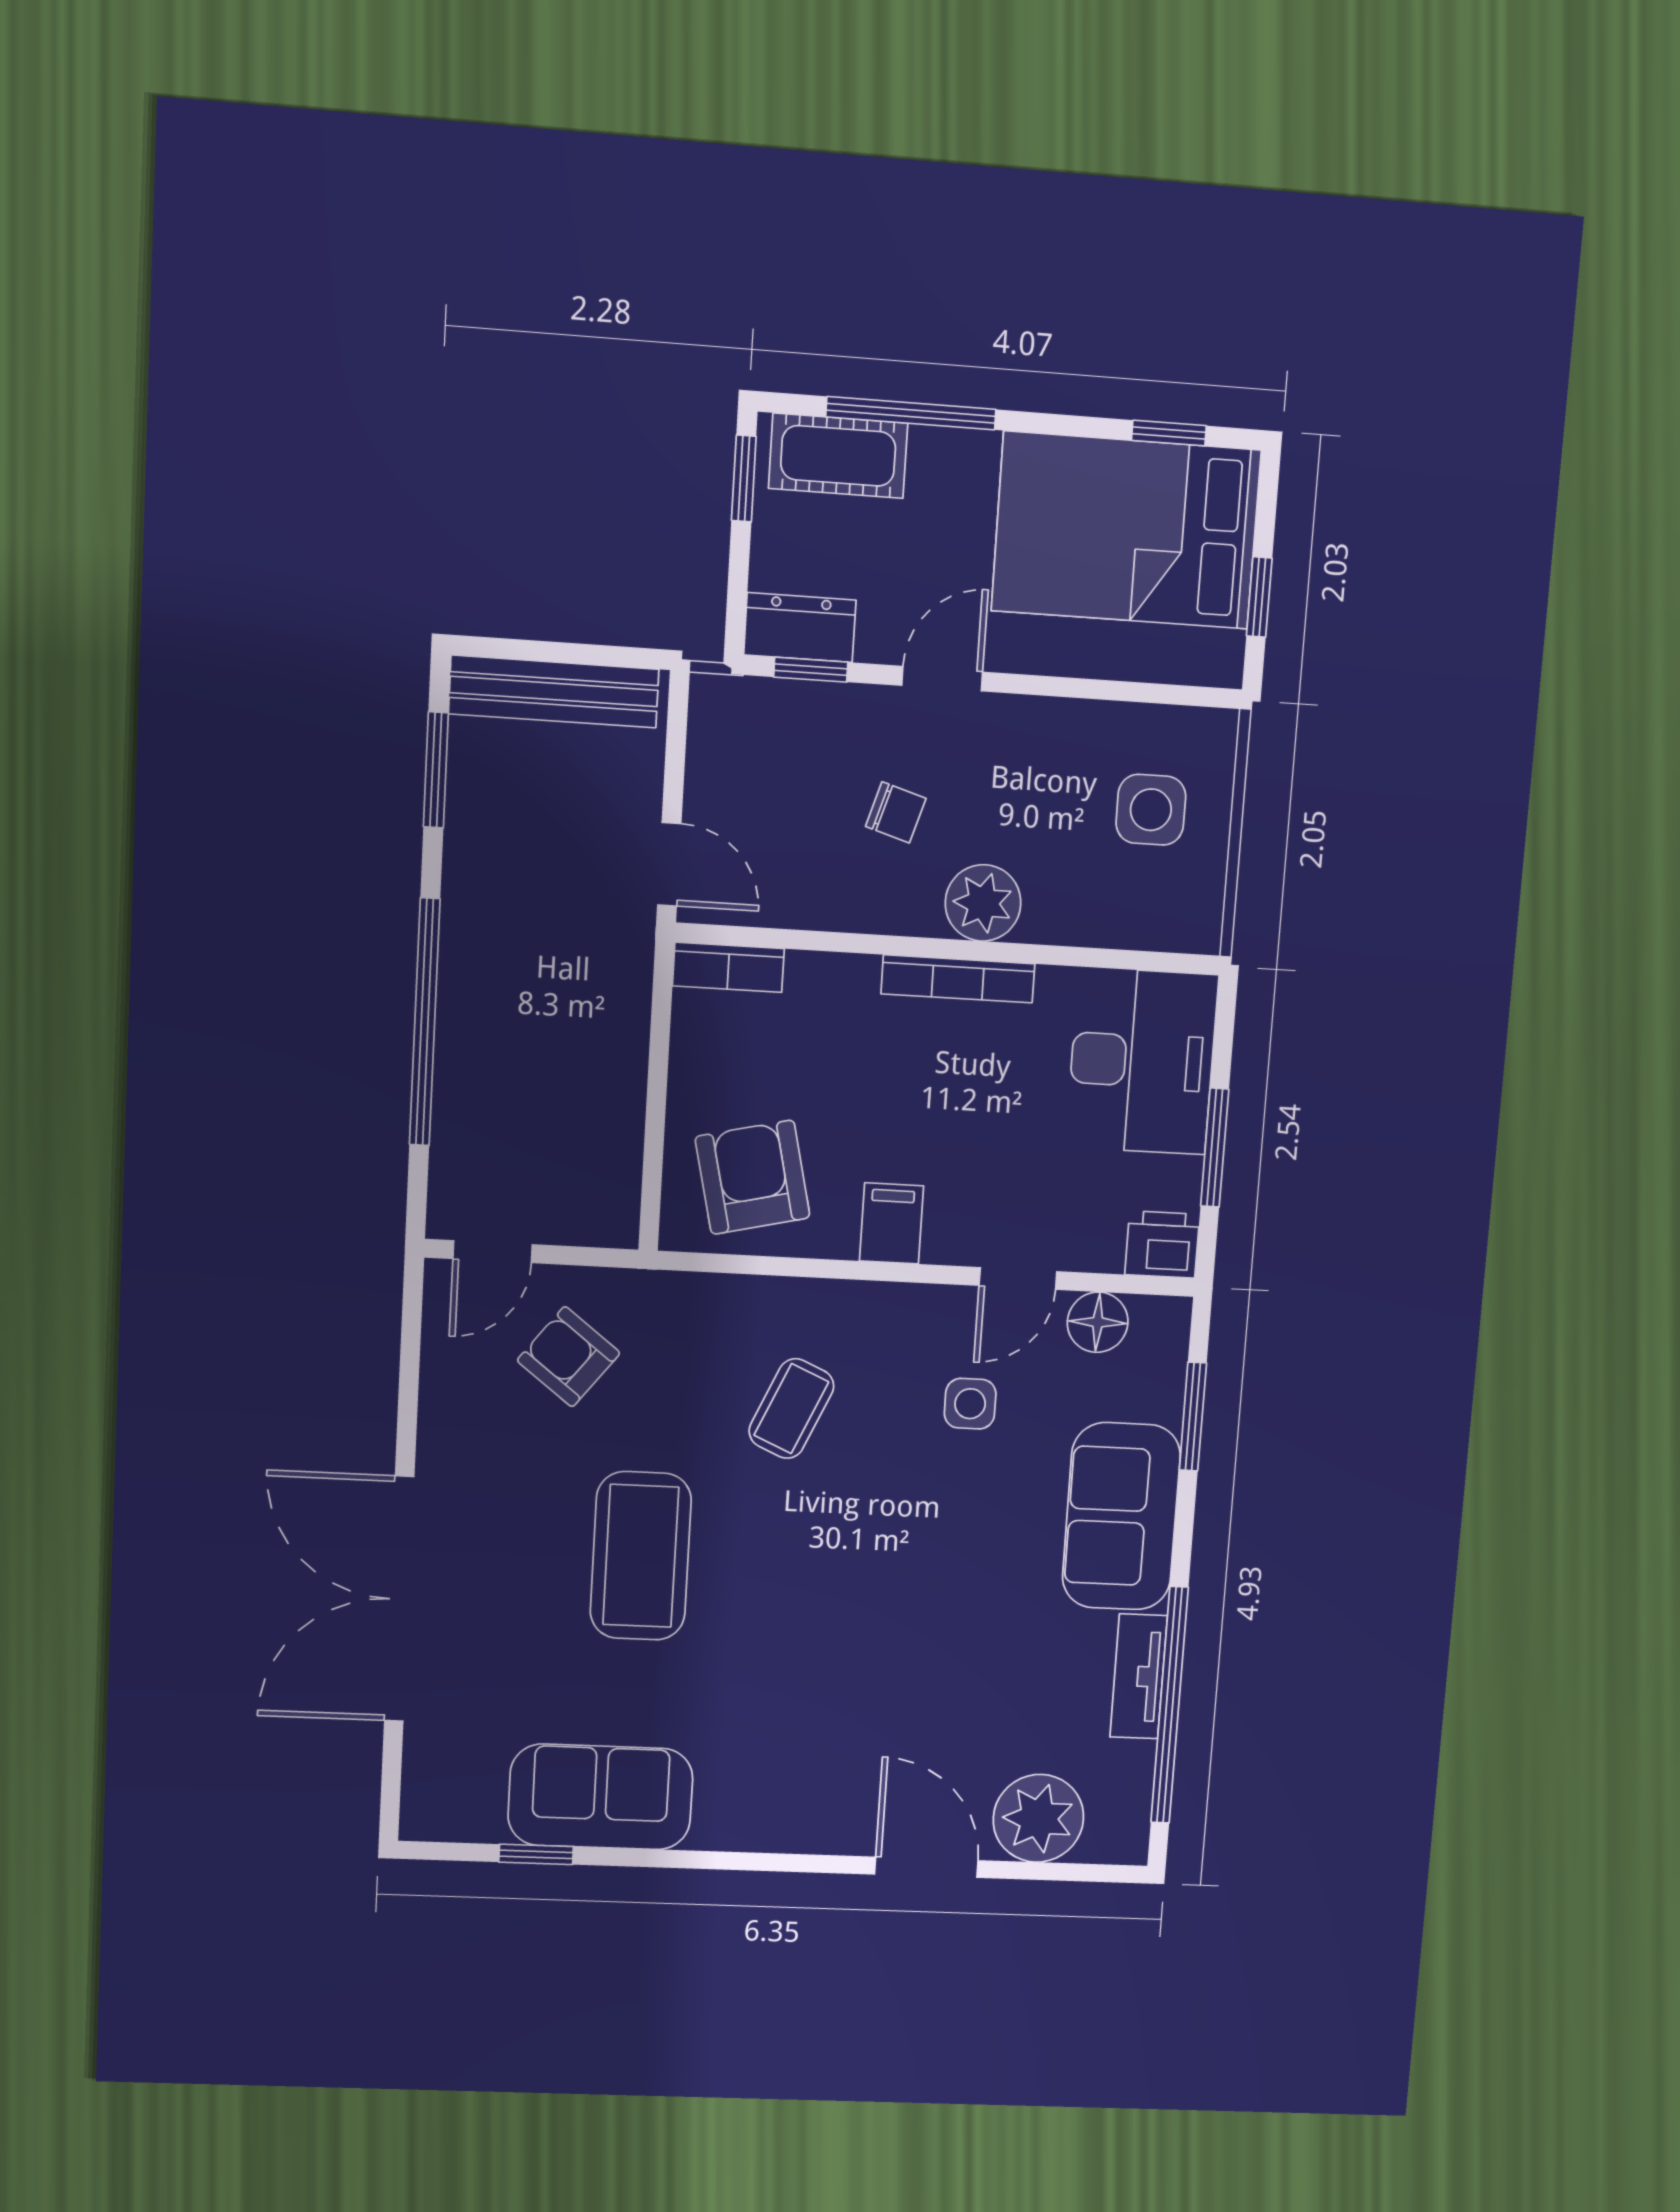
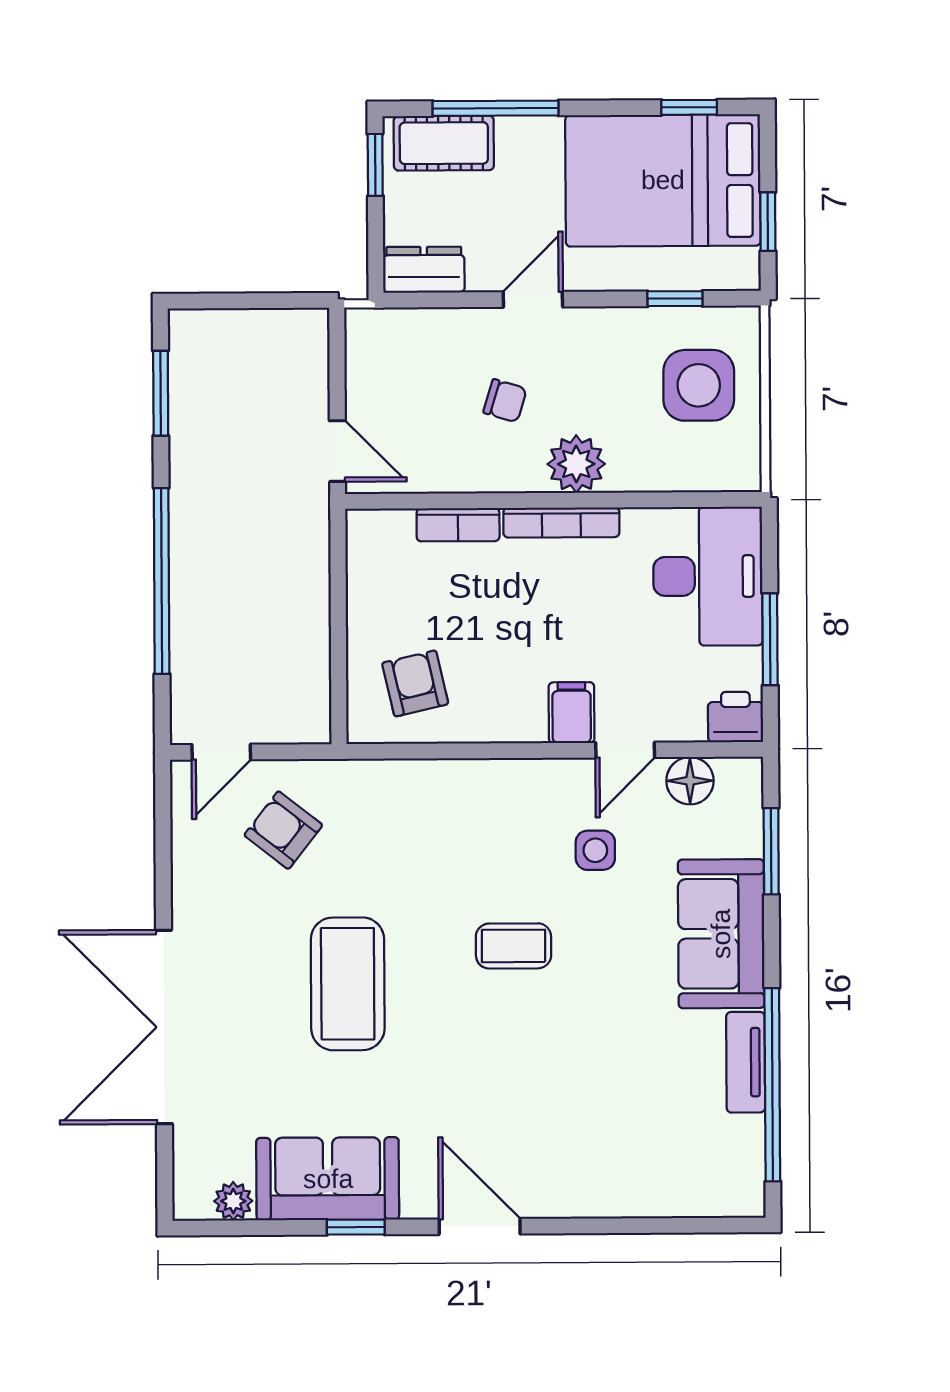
window: (811, 670) -> (675, 299), moved
bench: (554, 692) -> (244, 330), removed
side table: (1151, 810) -> (699, 385), width x1.37, depth x1.37
bookcase: (728, 967) -> (458, 525), moved
armchair: (753, 1177) -> (415, 683), width x0.72, depth x0.72
filing cabinet: (891, 1223) -> (572, 713), moved
coffee table: (791, 1409) -> (513, 946), moved, turned 66
plant: (1038, 1818) -> (233, 1201), moved, width x0.53, depth x0.53
window: (536, 1854) -> (356, 1227), moved
door: (926, 1867) -> (480, 1226), moved

